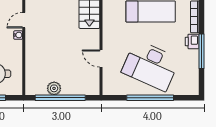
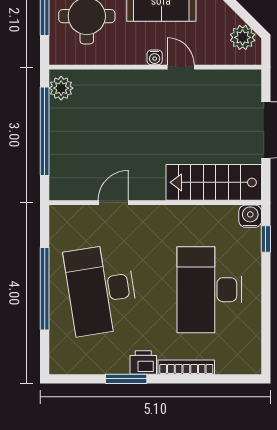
window: (201, 51) -> (126, 379), width x0.69
desk: (151, 65) -> (101, 290), turned -33
plant: (54, 88) -> (61, 88), moved

